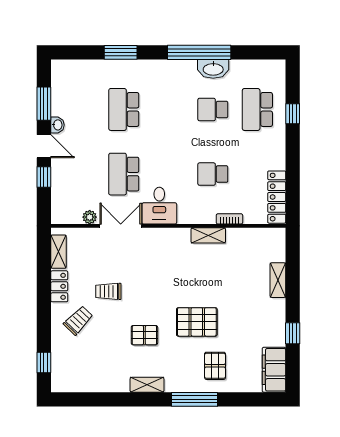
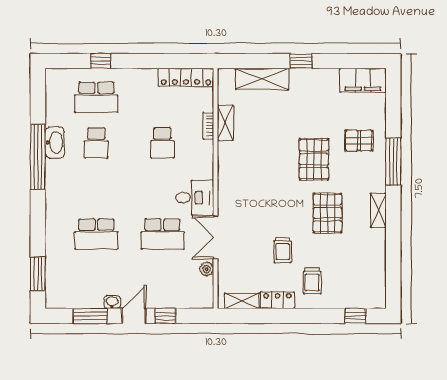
window: (121, 52) -> (38, 274), moved
shelving: (208, 235) -> (225, 123), moved
shelving: (278, 280) -> (262, 79), width x1.50, depth x1.33
trolley: (78, 320) -> (312, 281), turned -134
window: (293, 333) -> (301, 61), moved
pallet: (144, 335) -> (327, 213), width x1.50, depth x1.42

